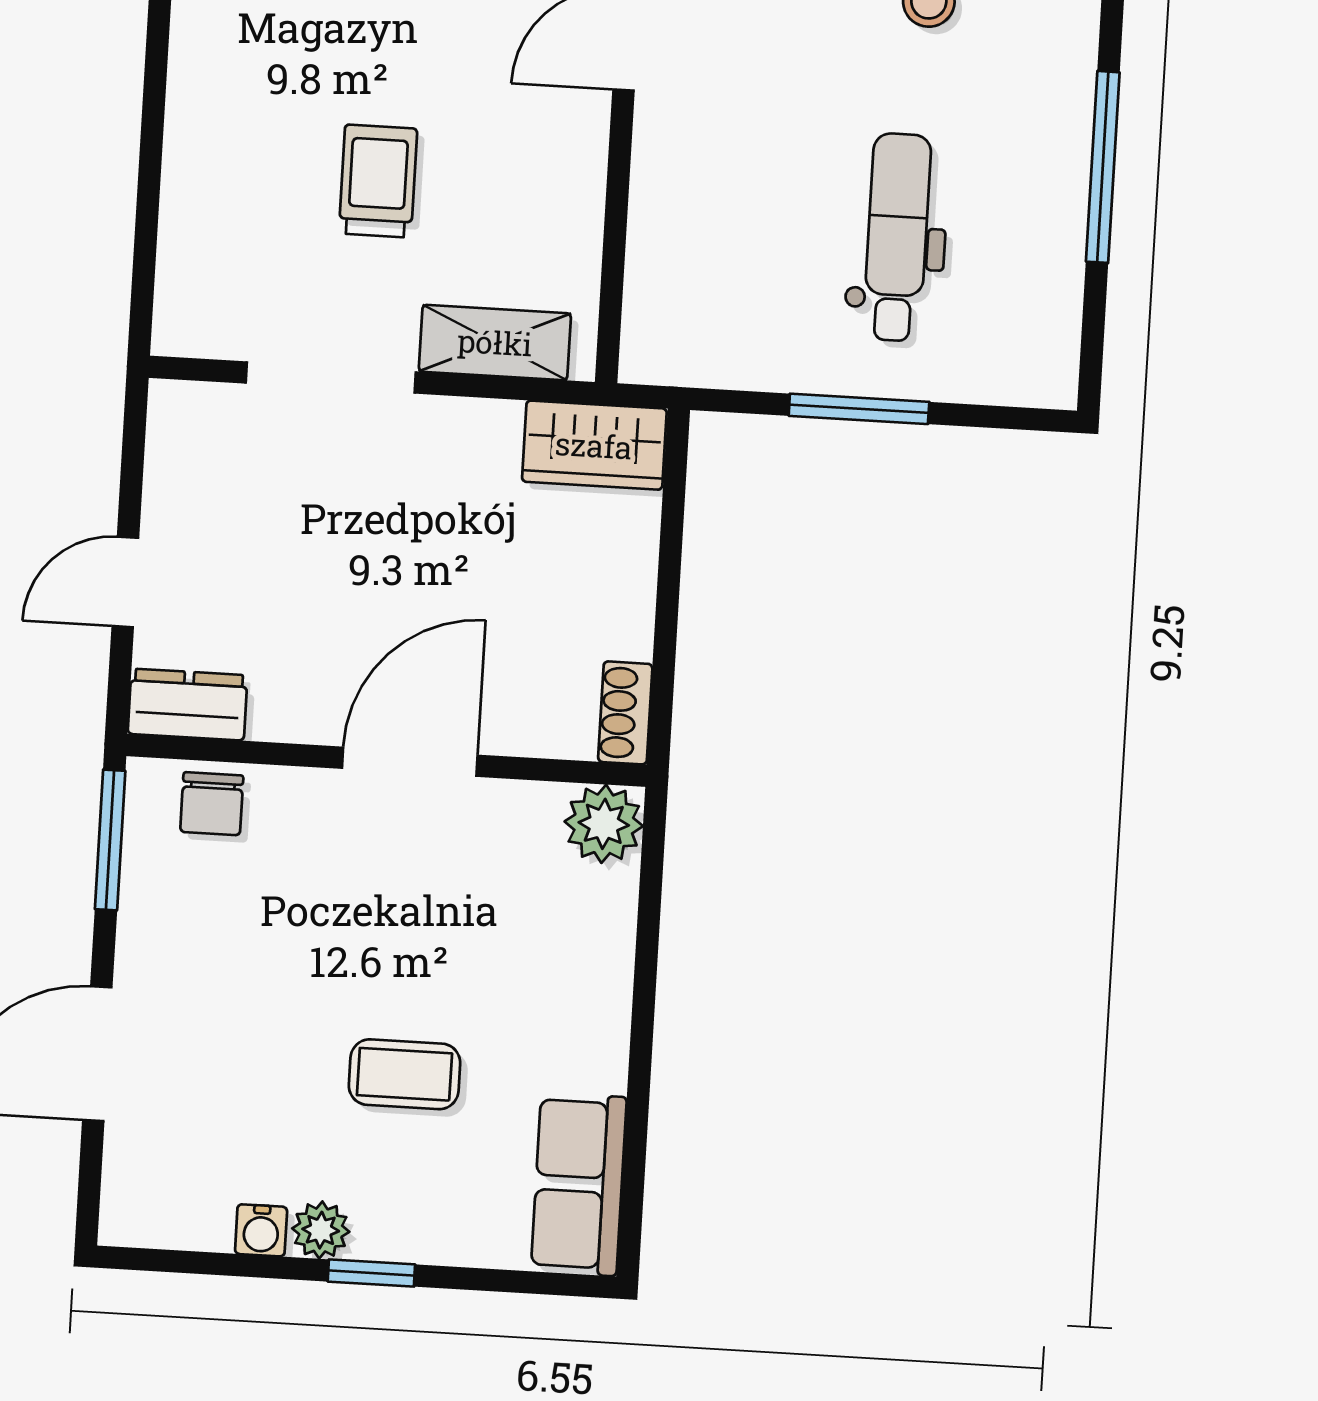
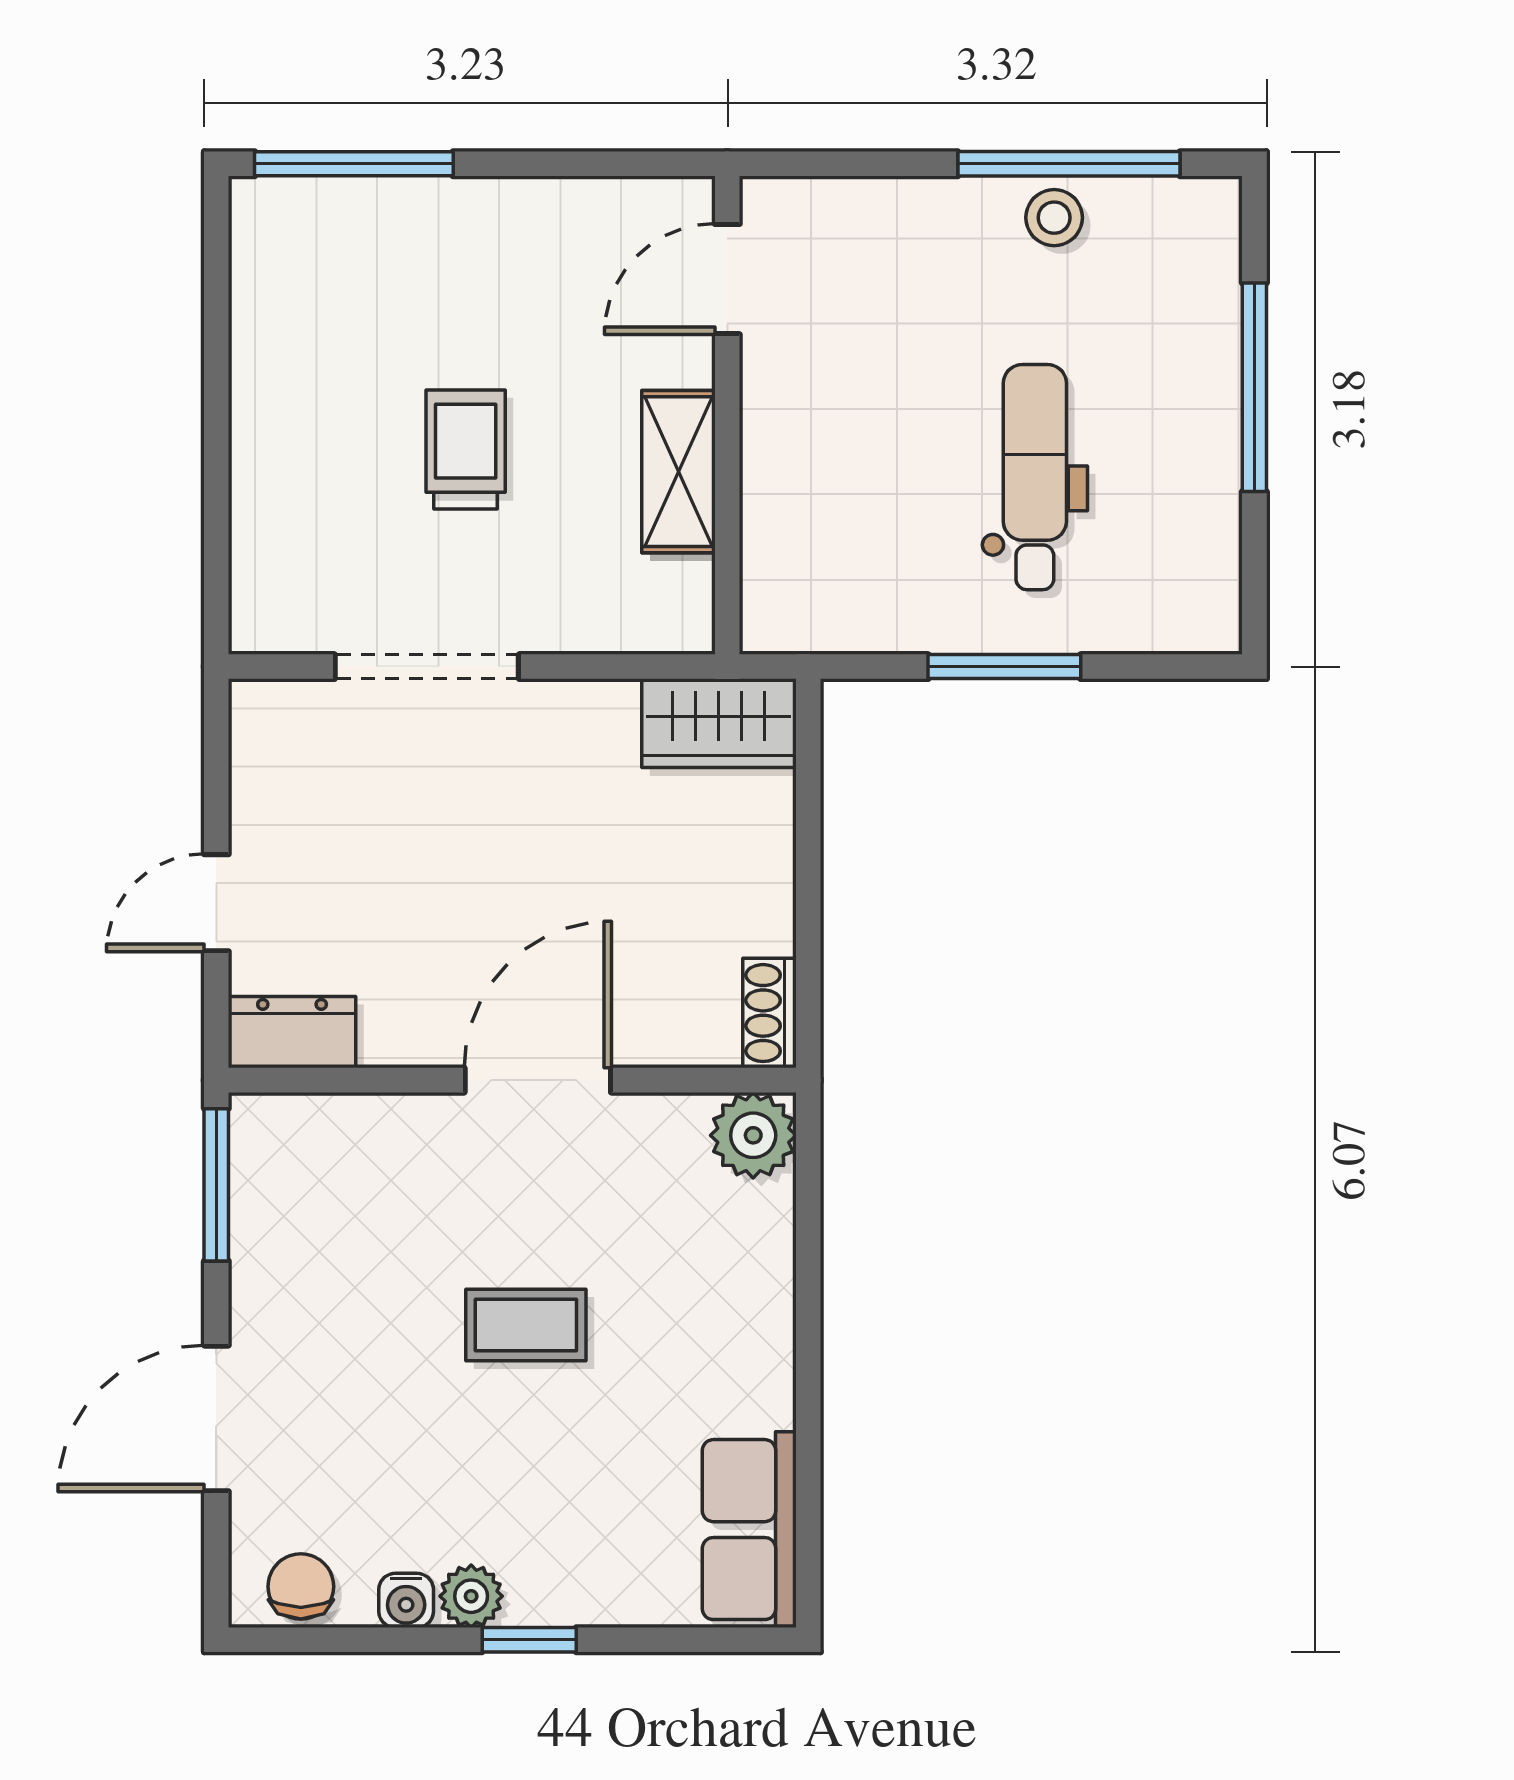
shelving: (495, 342) -> (679, 472), moved, turned 90
chair: (212, 804) -> (301, 1586), moved, turned 180
coffee table: (405, 1074) -> (526, 1325), moved

